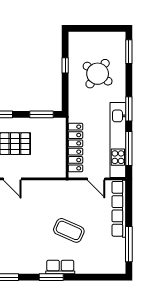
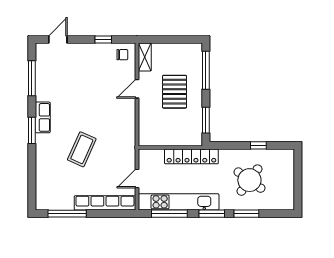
window: (129, 52) -> (246, 214), moved
locker: (75, 148) -> (191, 156), moved
row of seats: (60, 267) -> (43, 117), moved

